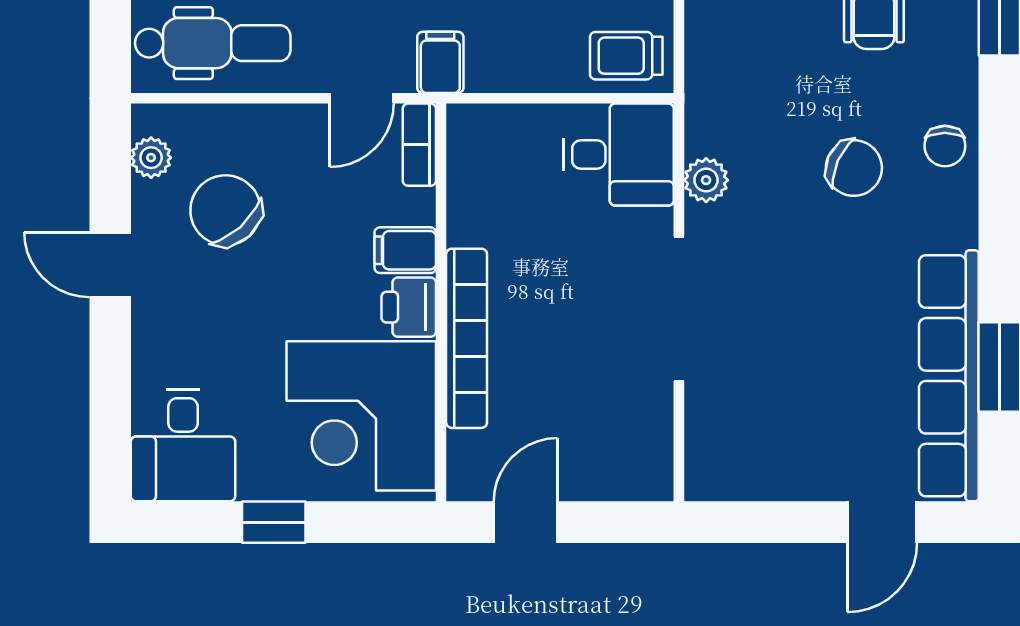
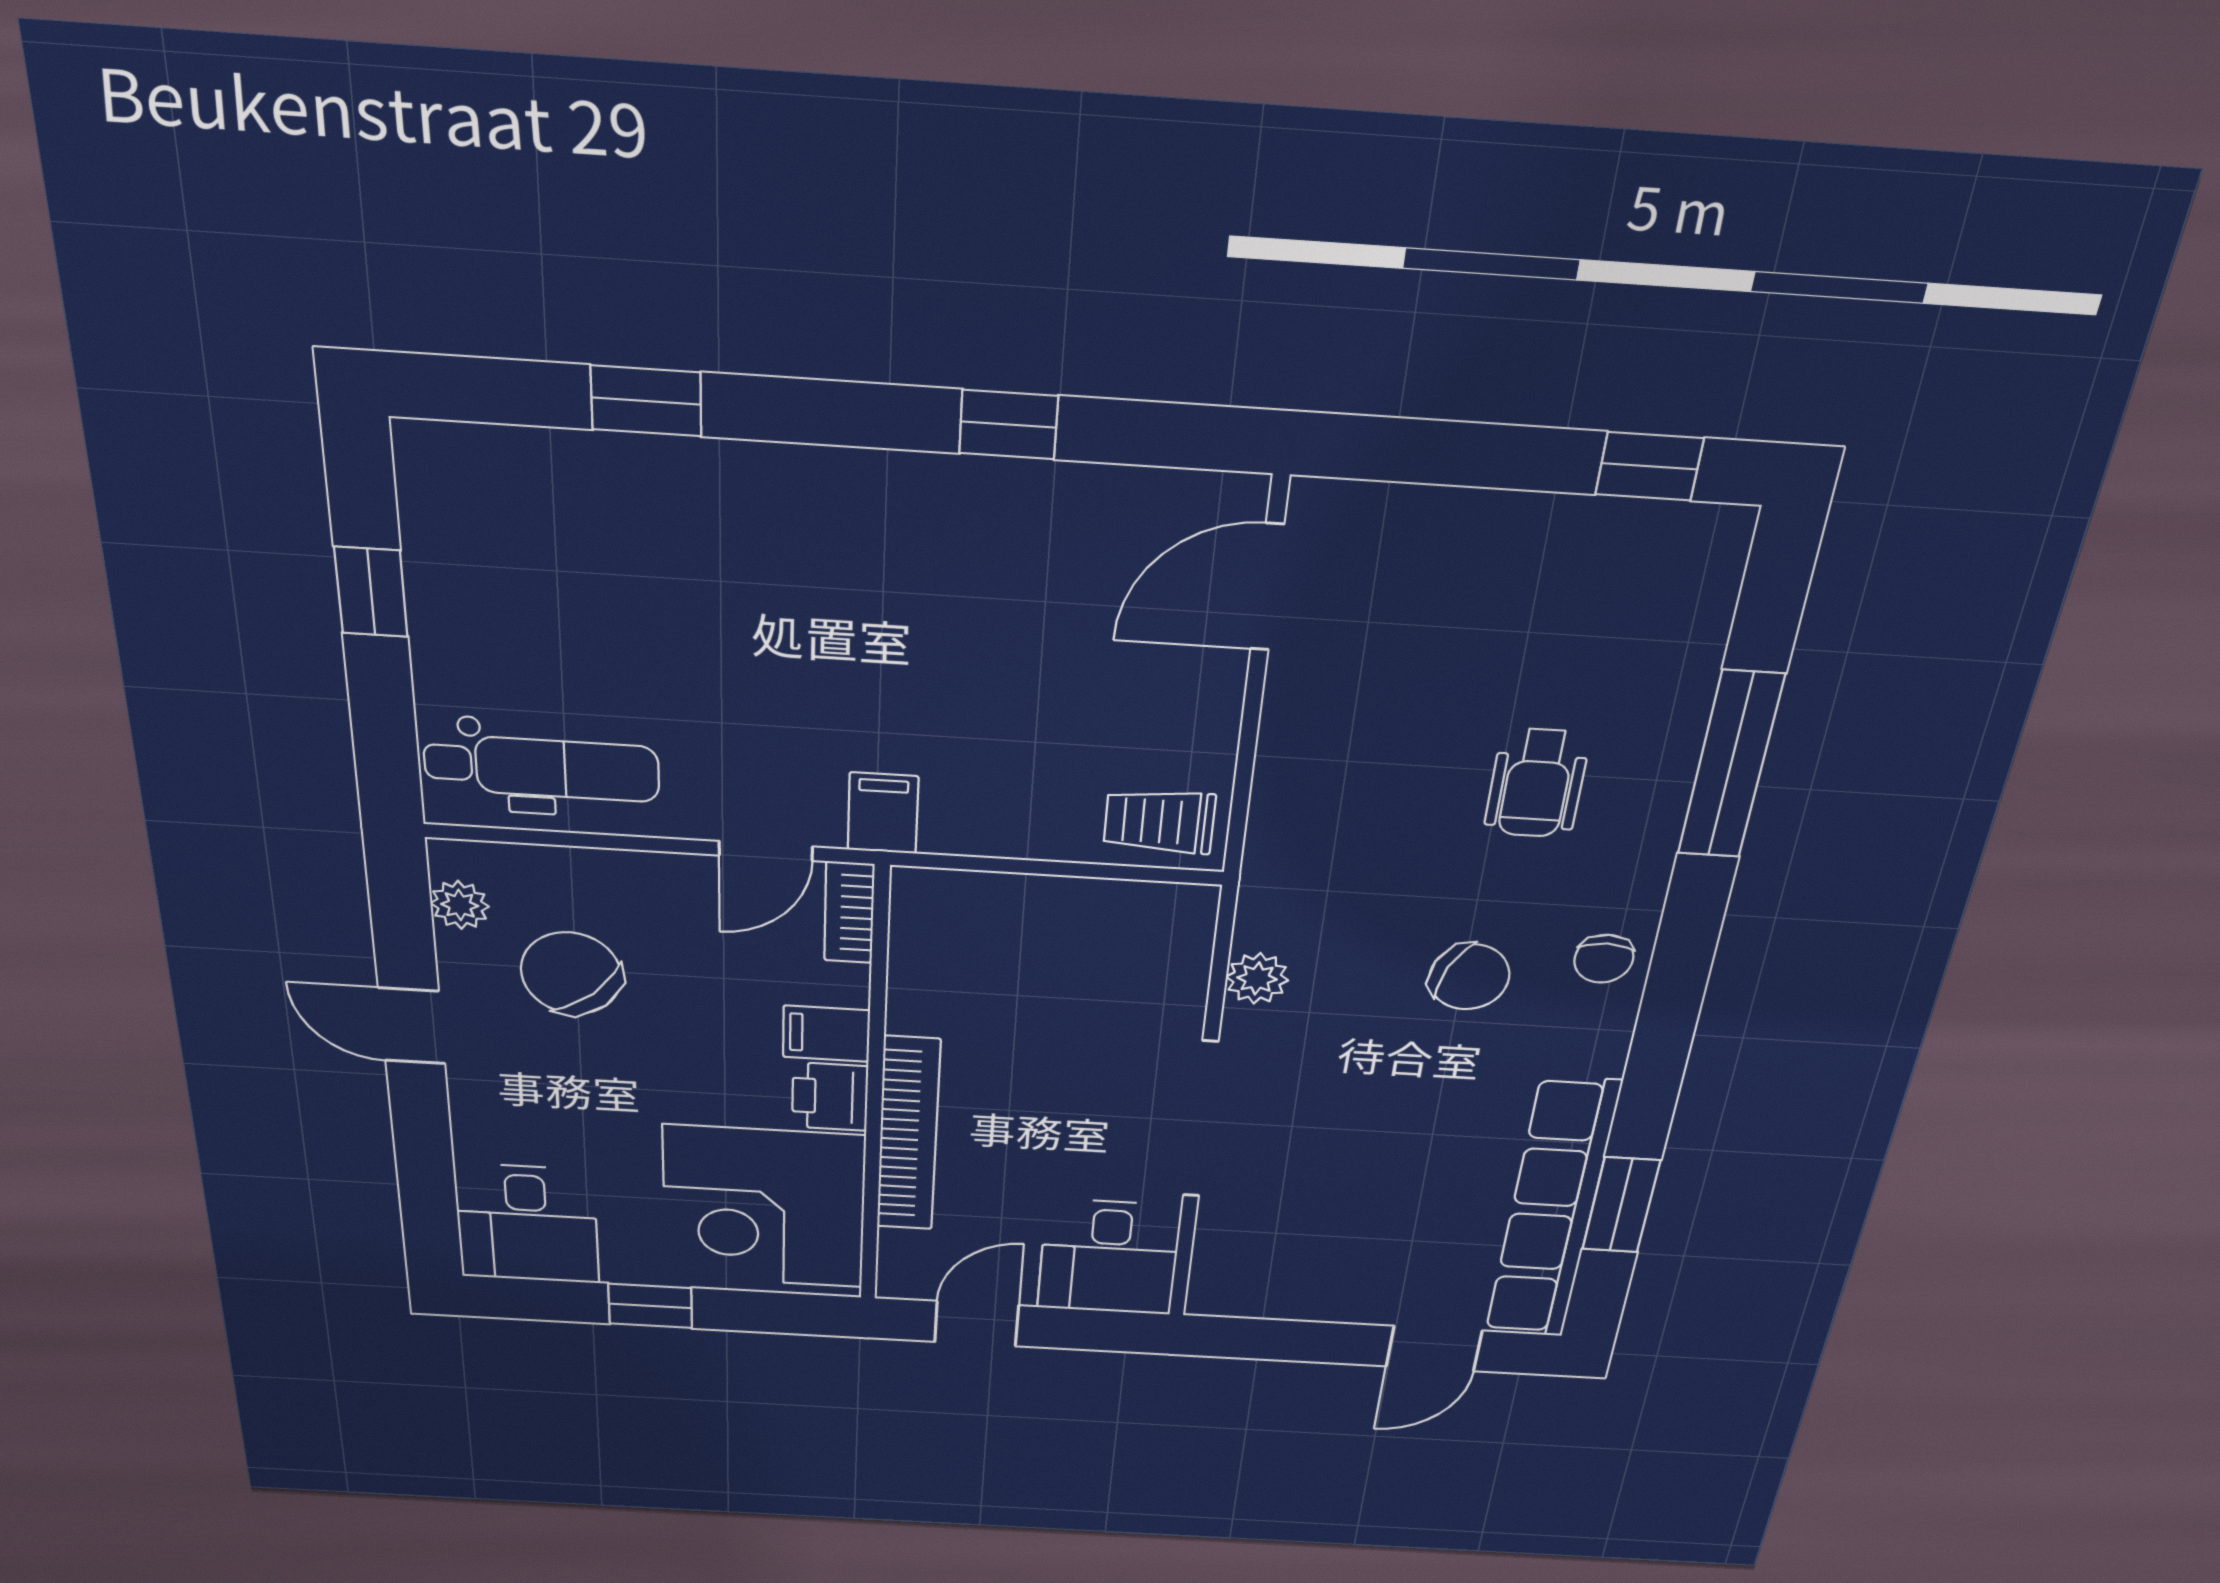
desk: (619, 155) -> (1109, 1257), moved, turned 90

